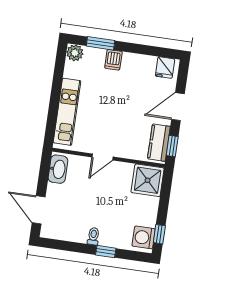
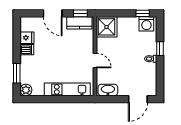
dishwasher: (113, 60) -> (27, 50), moved
fridge: (165, 68) -> (27, 38), moved

